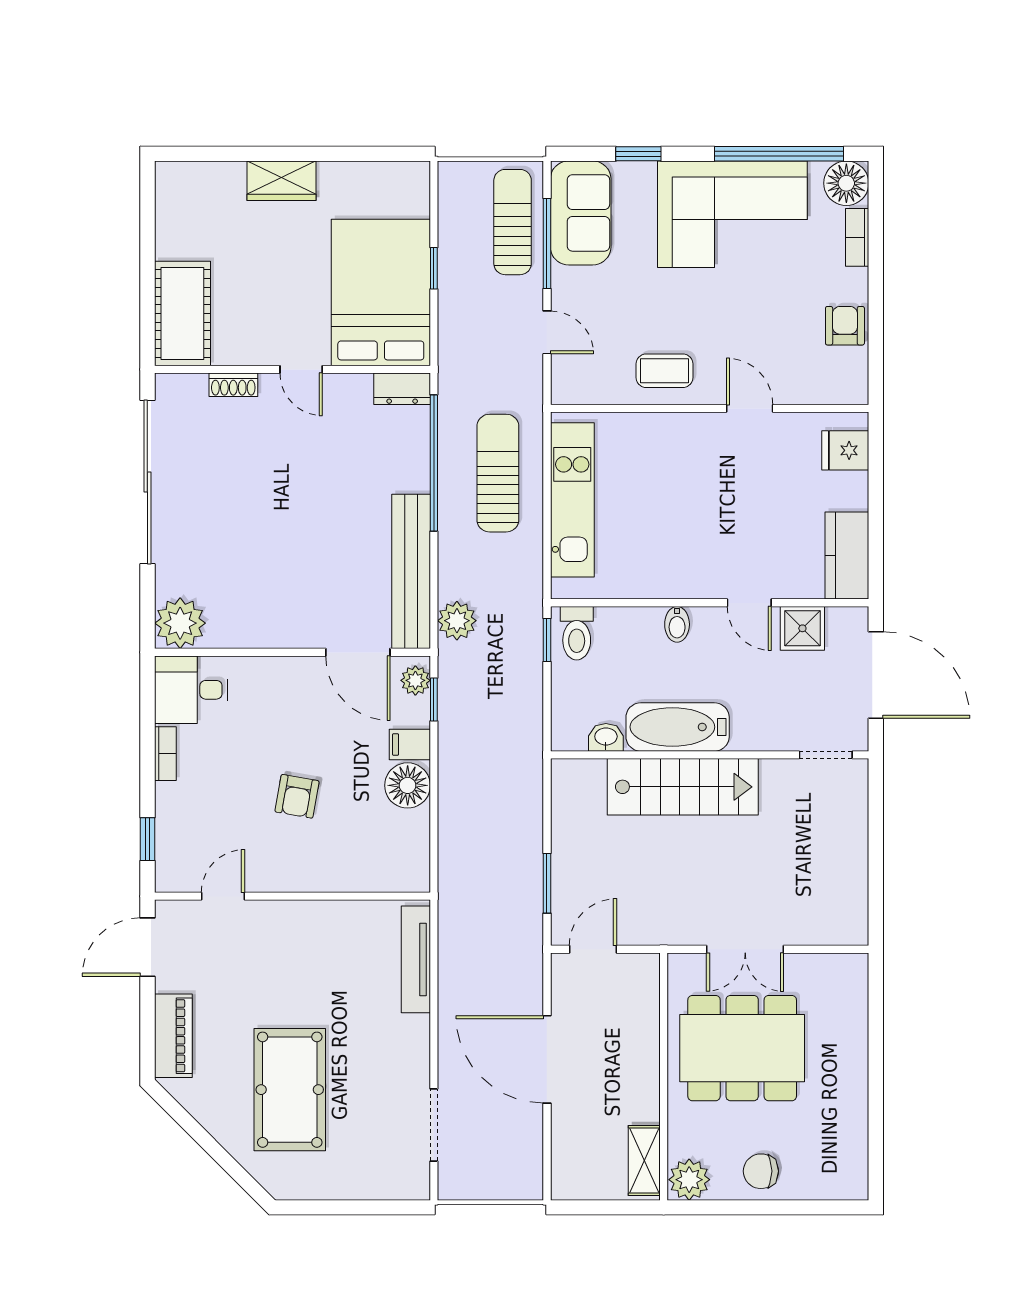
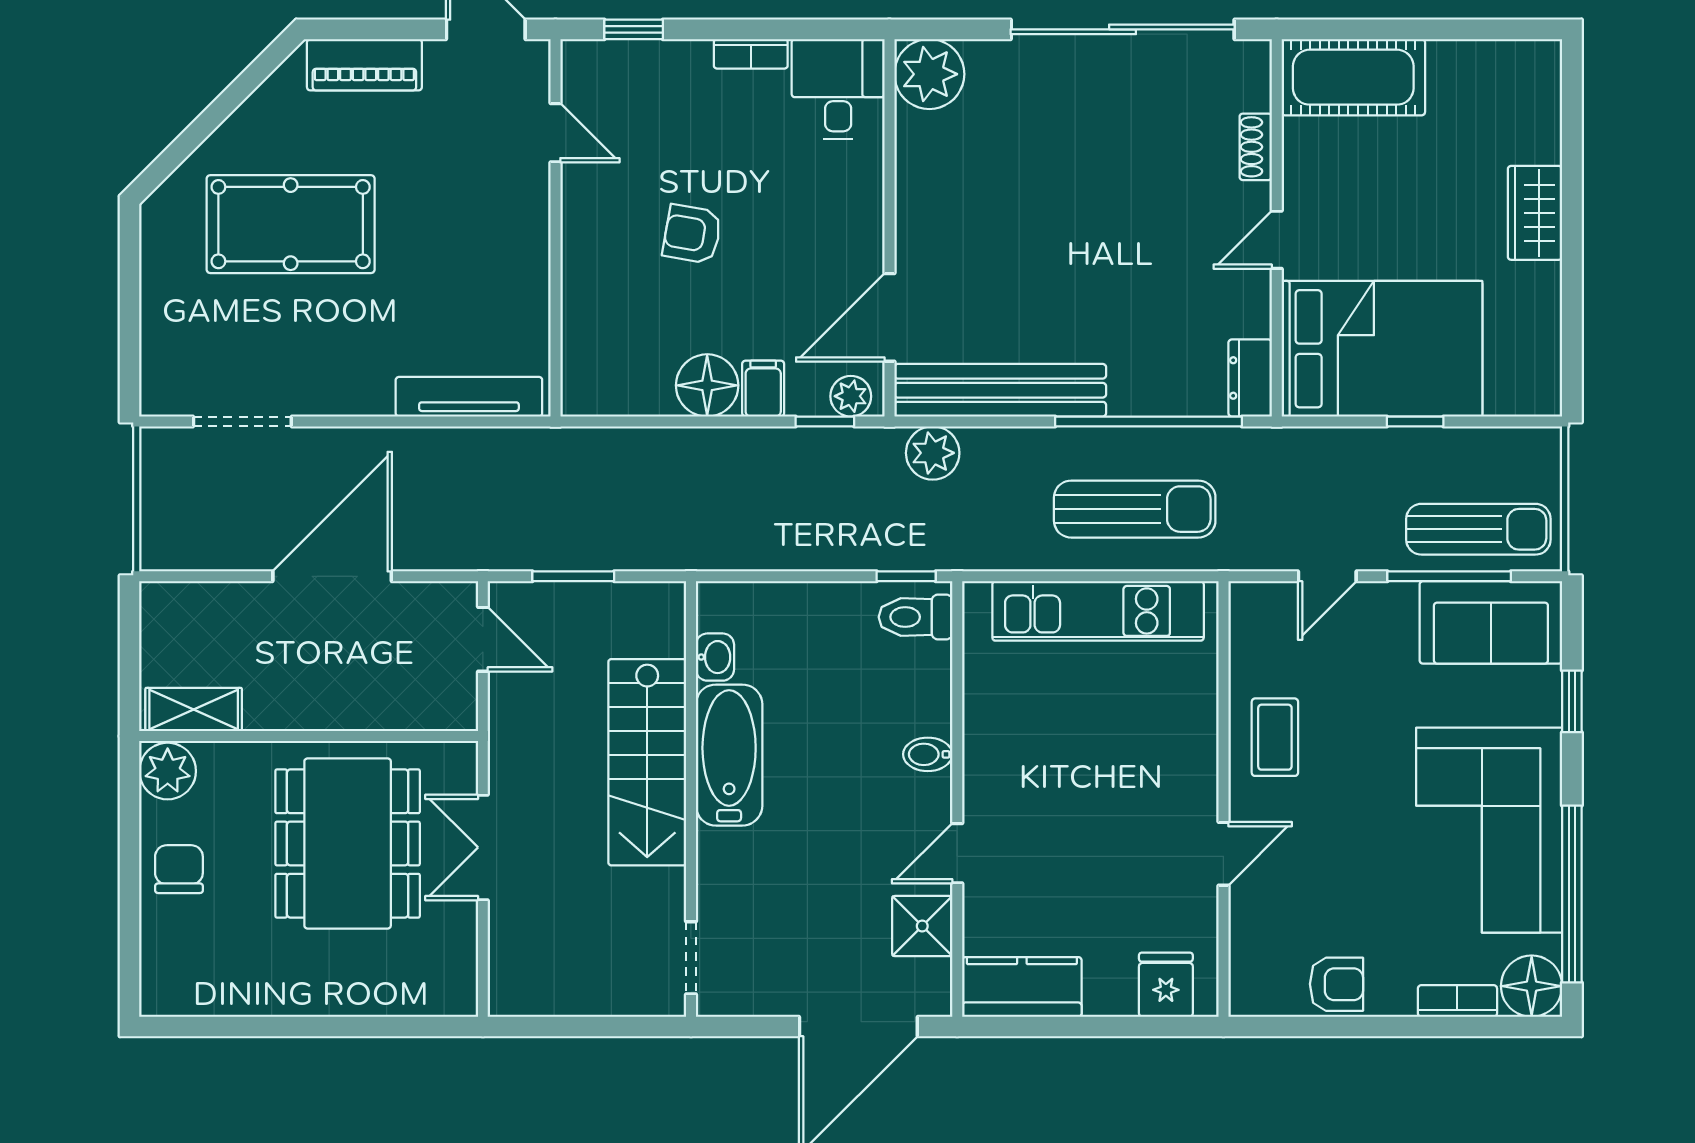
bathtub: (678, 727) -> (729, 755), moved
washbasin: (606, 737) -> (715, 657), moved
wall: (710, 755) -> (691, 799), moved
doorway: (826, 755) -> (691, 958), moved
stairs: (683, 787) -> (647, 762), moved

